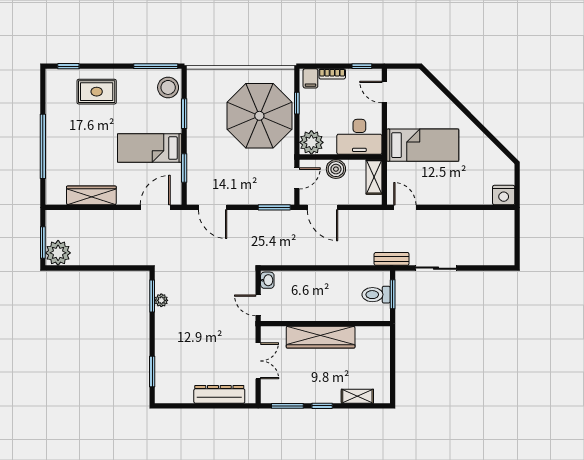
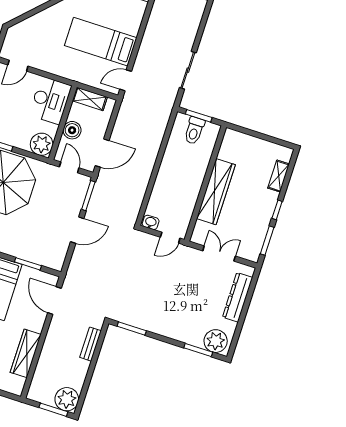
bed: (423, 145) -> (101, 42), moved, turned -90
door: (213, 207) -> (77, 230), moved
bench: (392, 259) -> (90, 344), moved
plant: (161, 300) -> (216, 341), moved, width x1.88, depth x1.88

